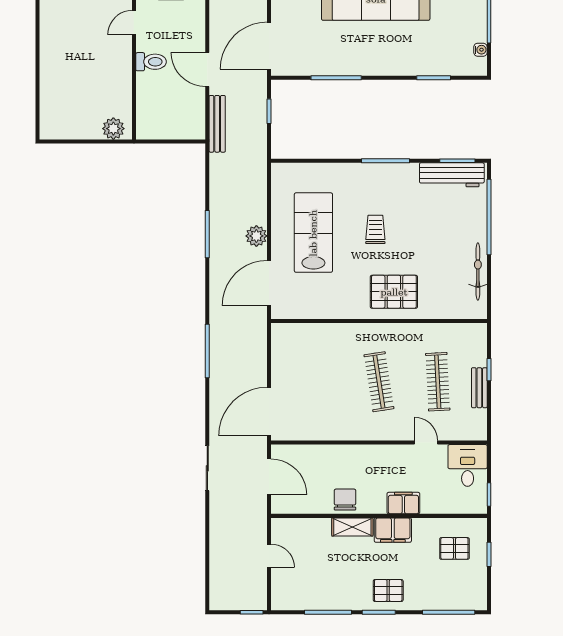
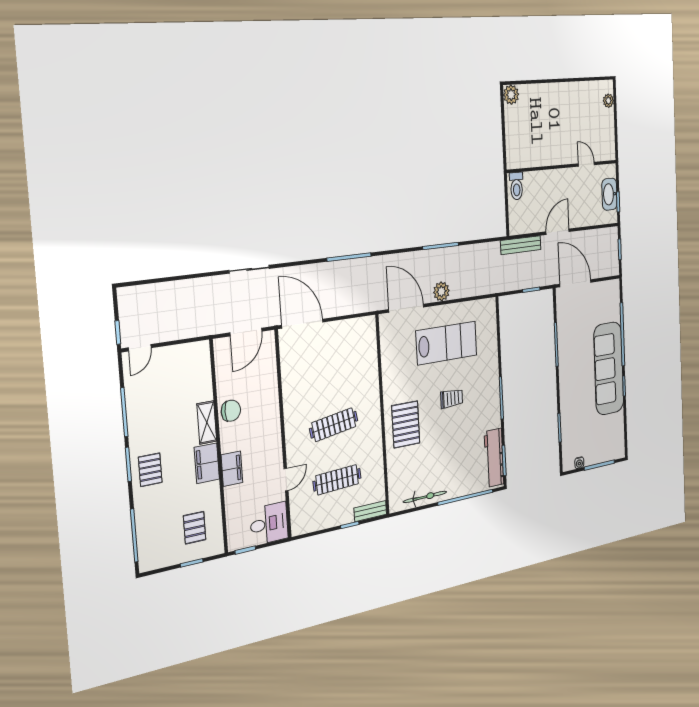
toilet: (151, 62) -> (517, 186), moved
plant: (113, 129) -> (511, 95), moved
bench: (479, 388) -> (370, 511), moved
door: (269, 556) -> (140, 348), moved

